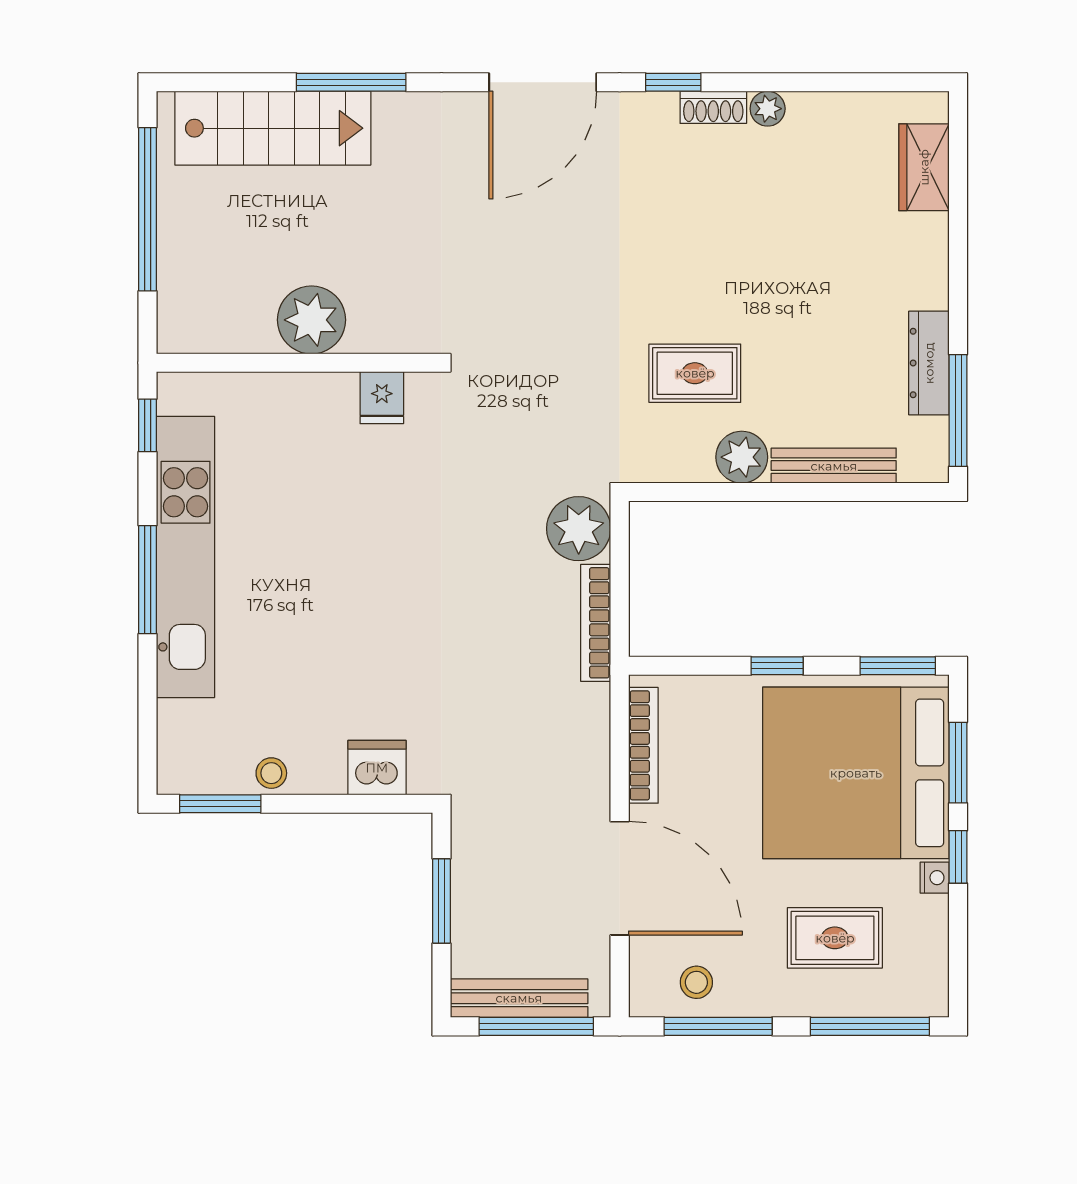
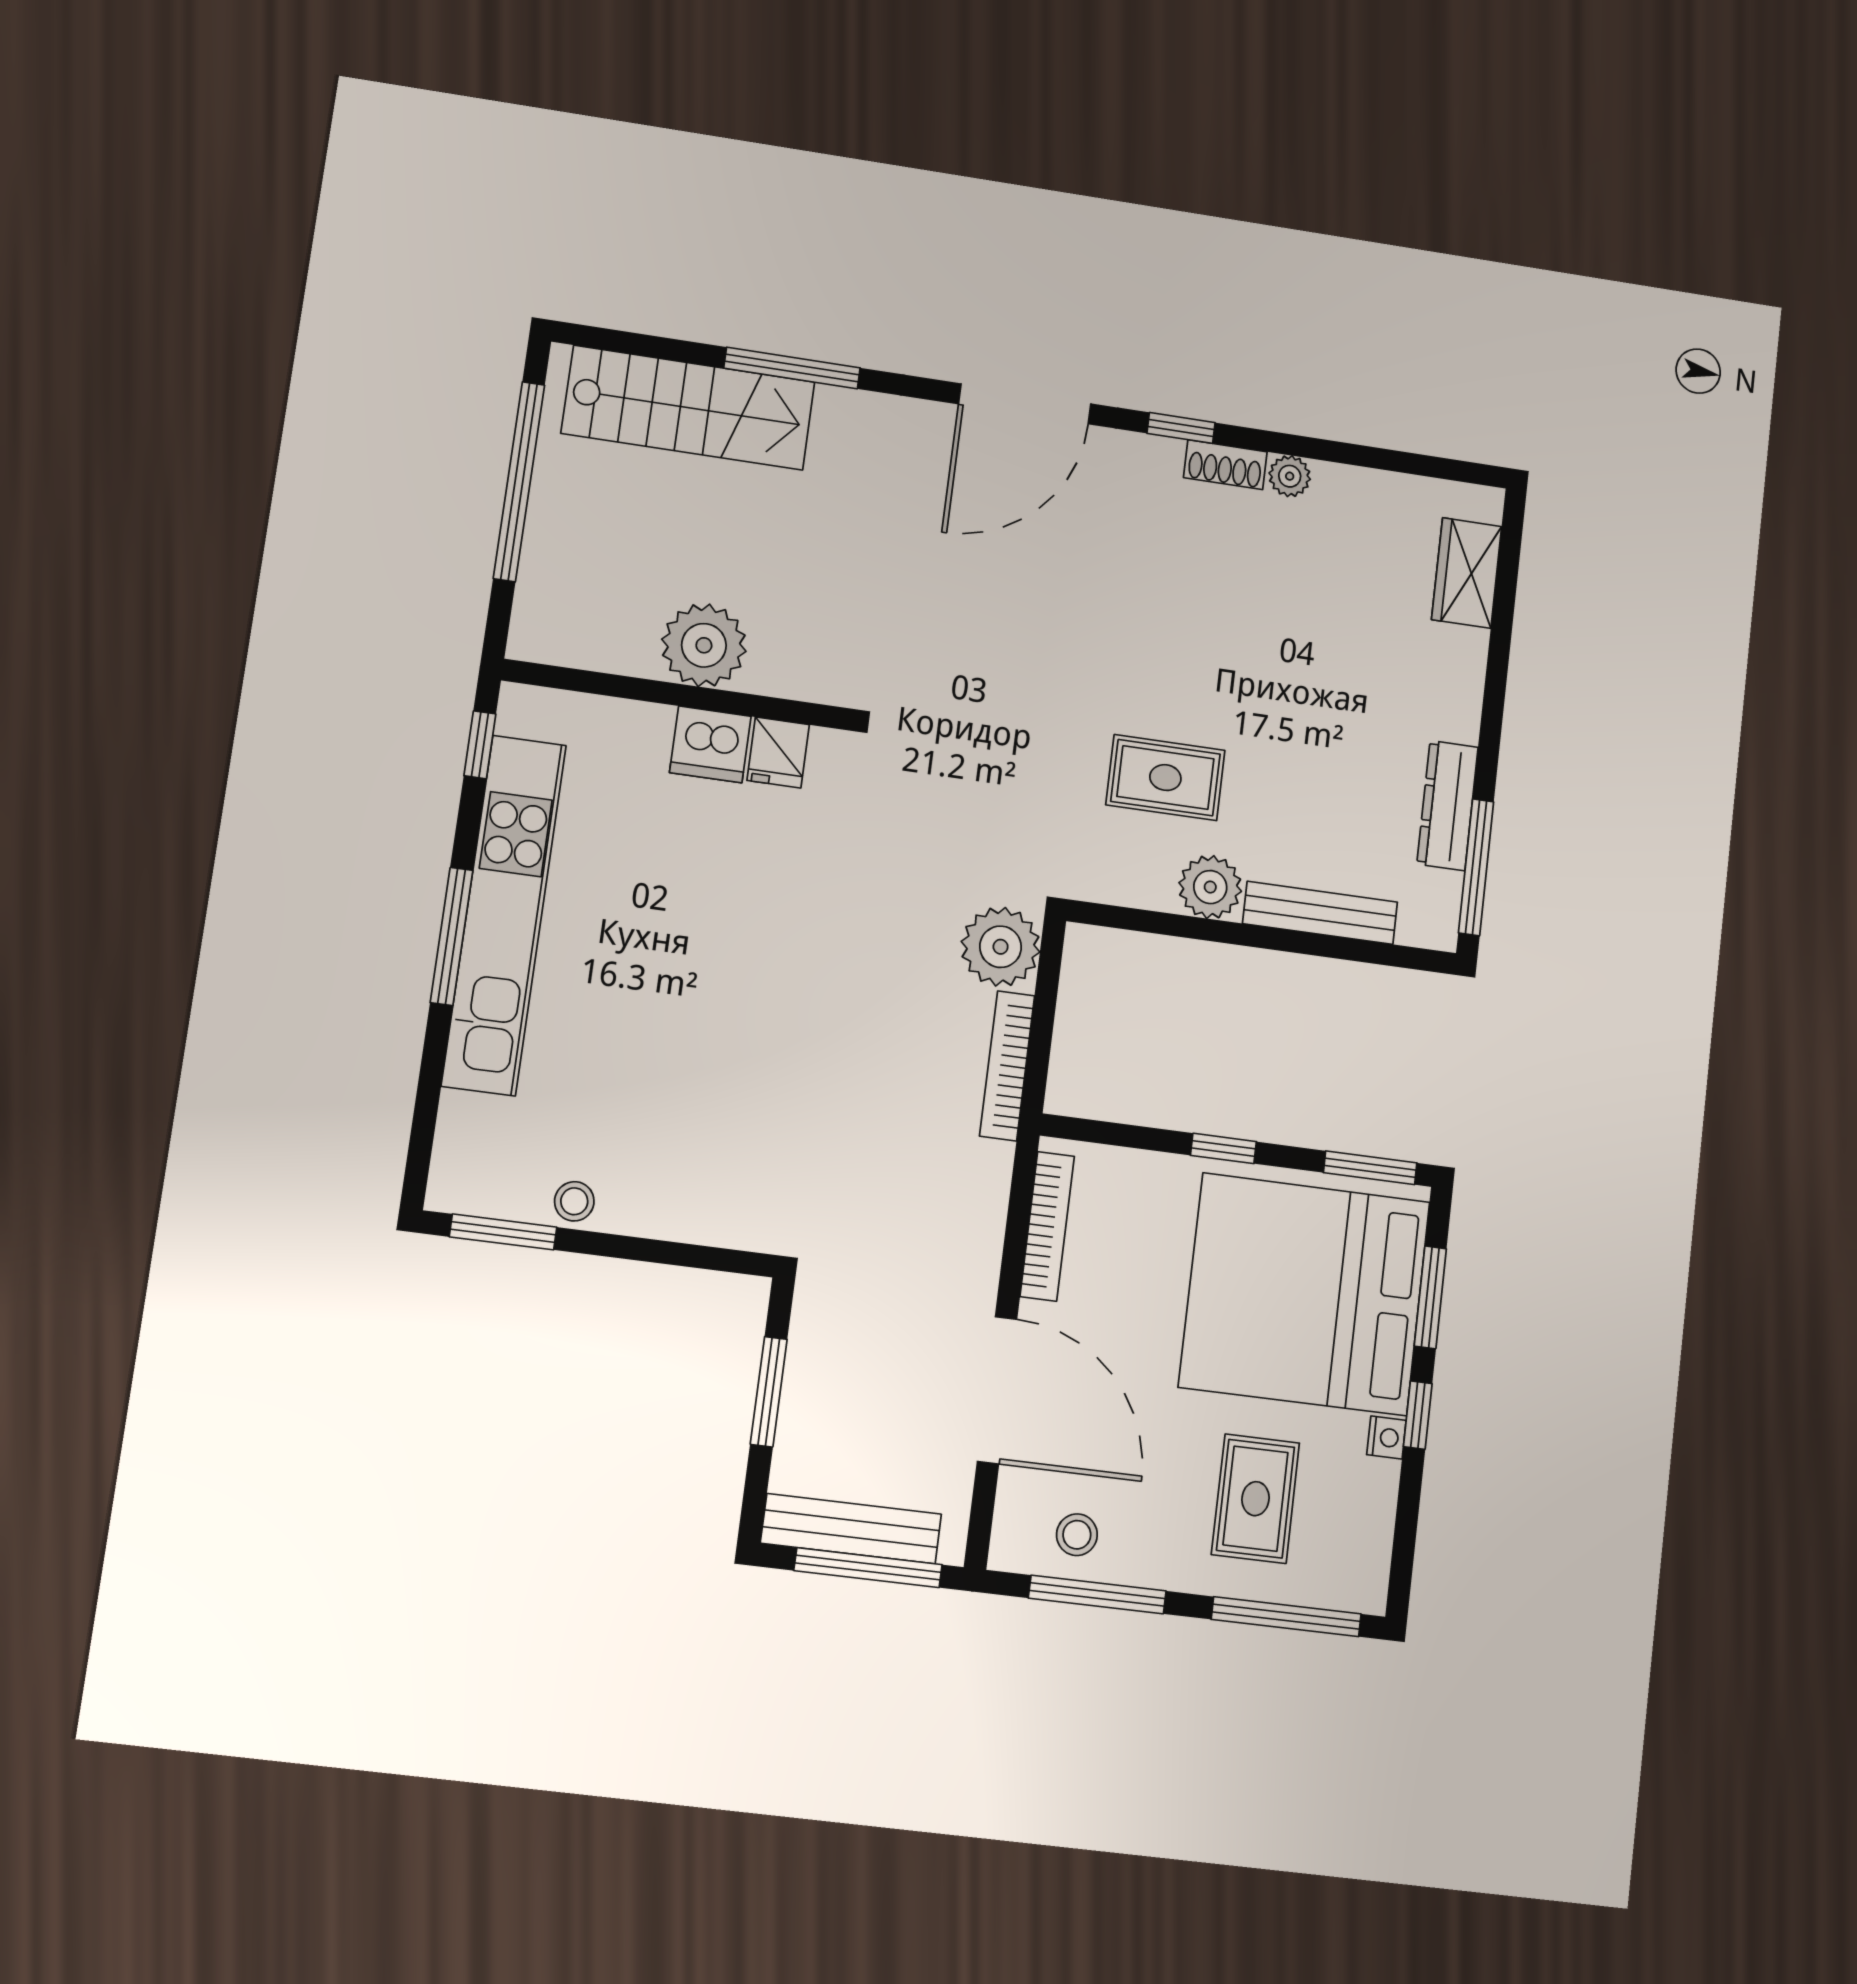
dishwasher: (377, 768) -> (710, 744), moved, turned 180
rug: (835, 938) -> (1255, 1499), turned 90

